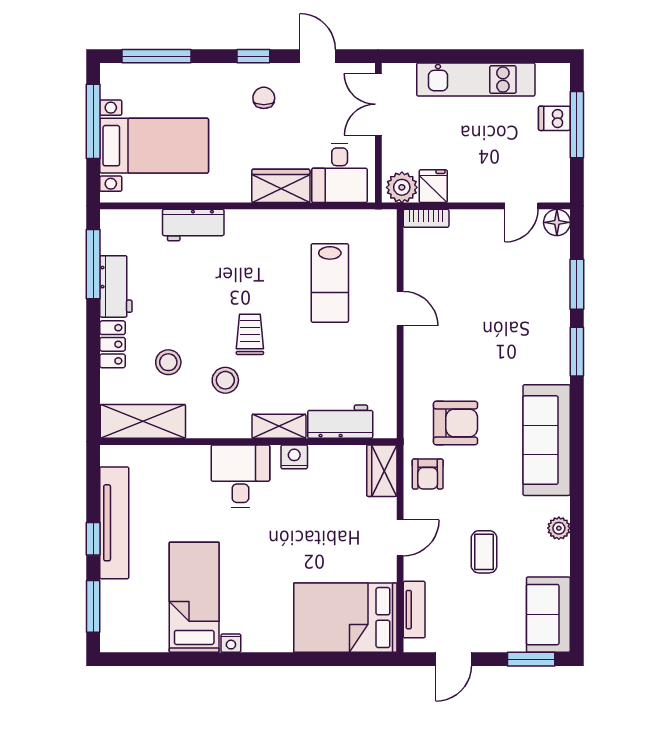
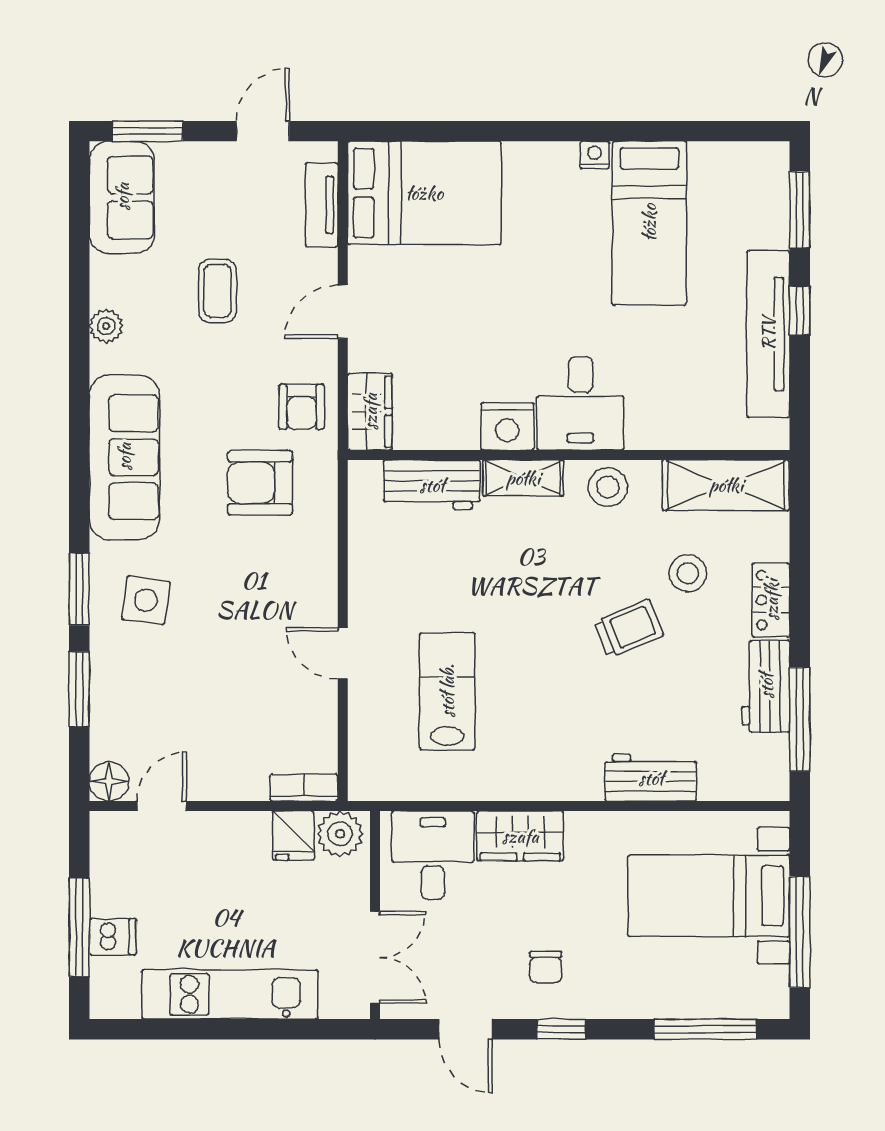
trolley: (250, 334) -> (629, 629), moved, turned -112
side table: (532, 344) -> (146, 600), added
stool: (225, 380) -> (608, 487), moved
nightstand: (294, 457) -> (507, 426), width x1.36, depth x1.33
armchair: (428, 474) -> (302, 407), turned 180

